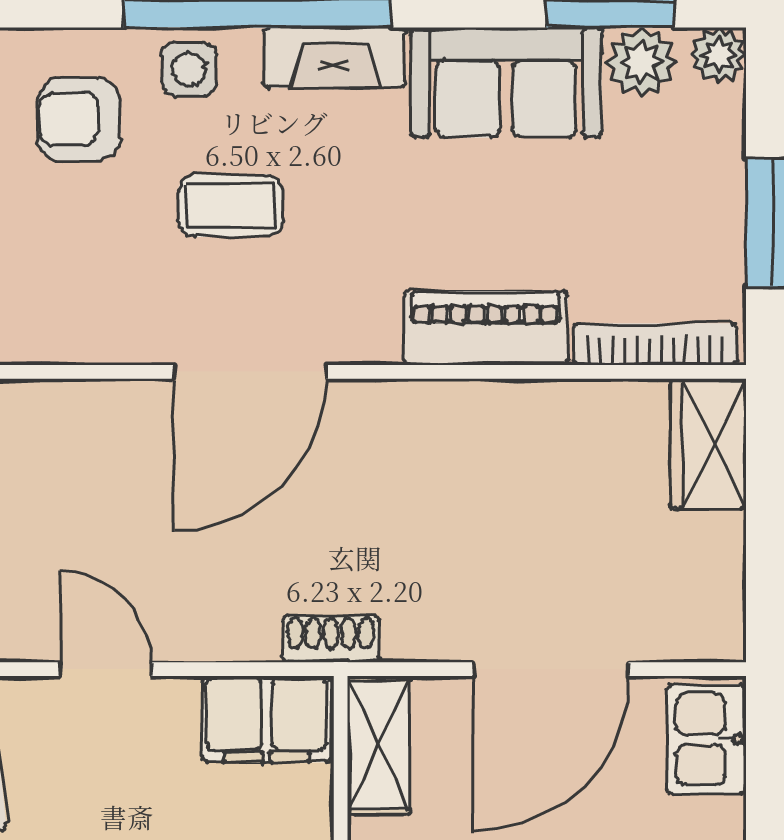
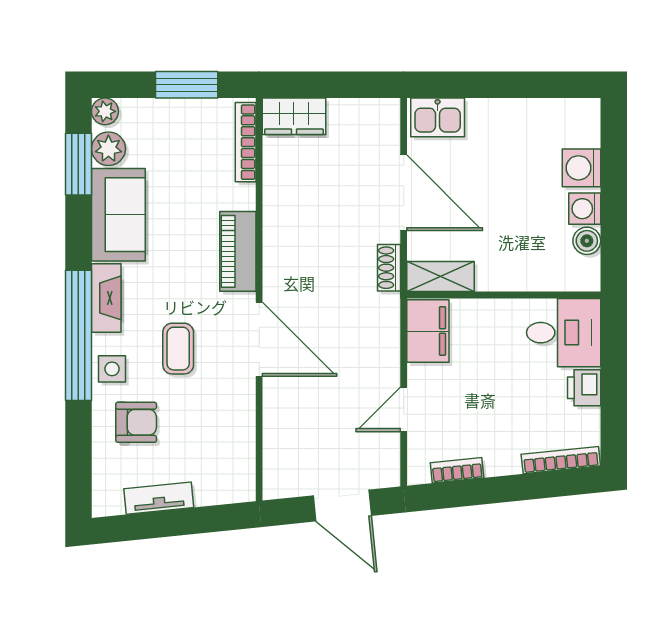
armchair: (79, 119) -> (136, 422), turned -90
piano: (486, 328) -> (238, 251), moved
shoe rack: (331, 639) -> (389, 268), moved

